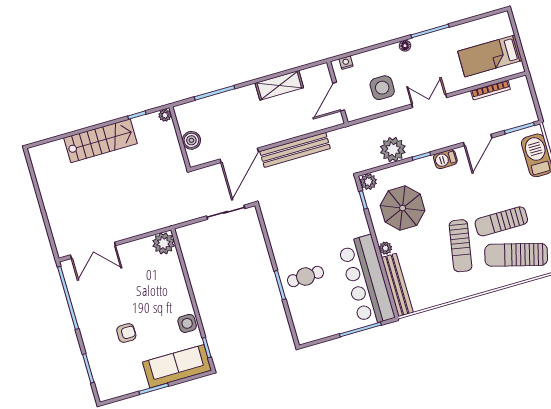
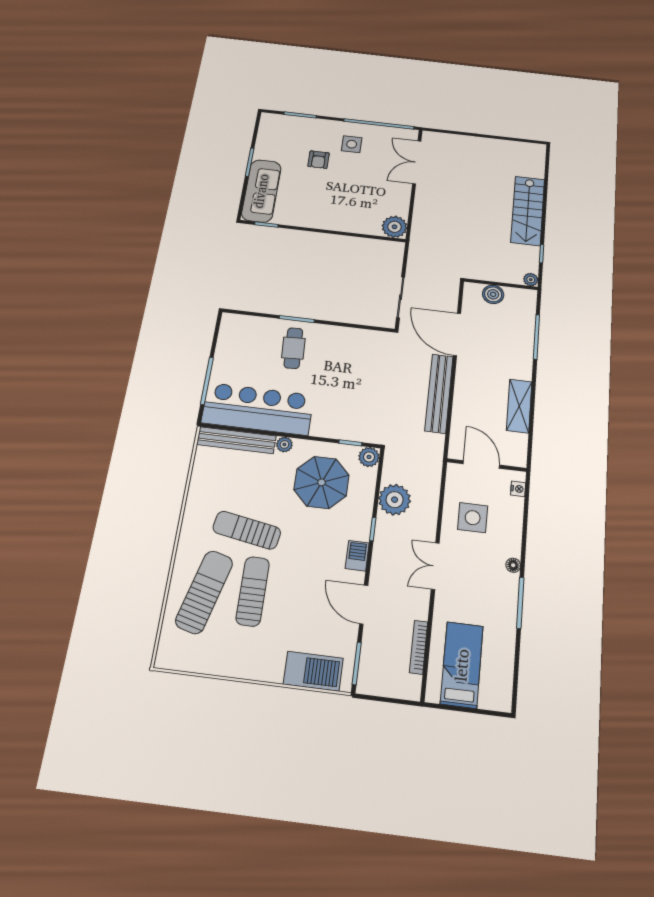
double door: (429, 101) -> (435, 566), swing flipped
side table: (187, 323) -> (352, 144), moved

